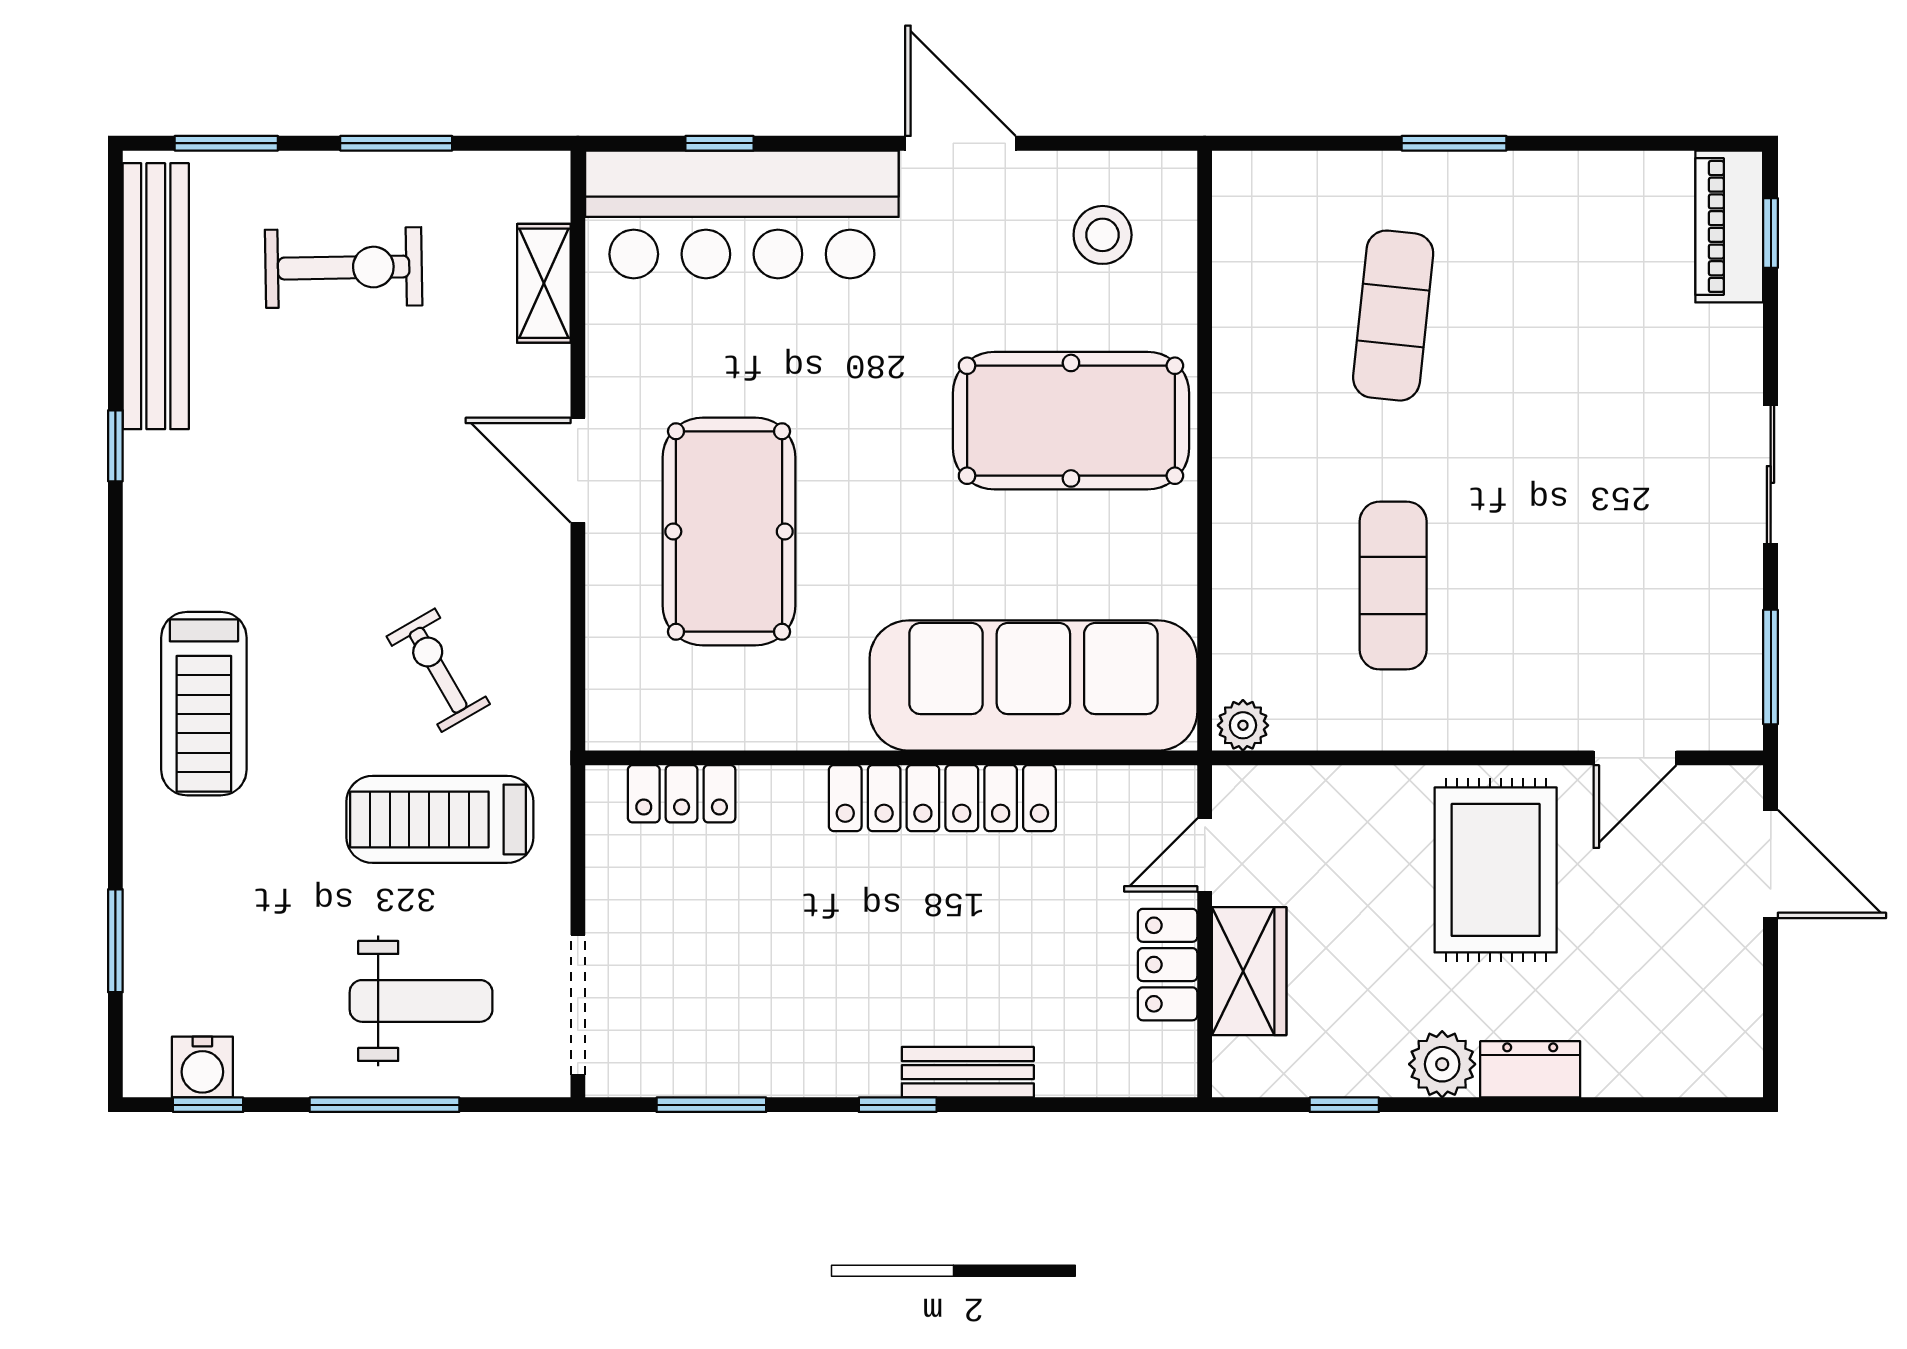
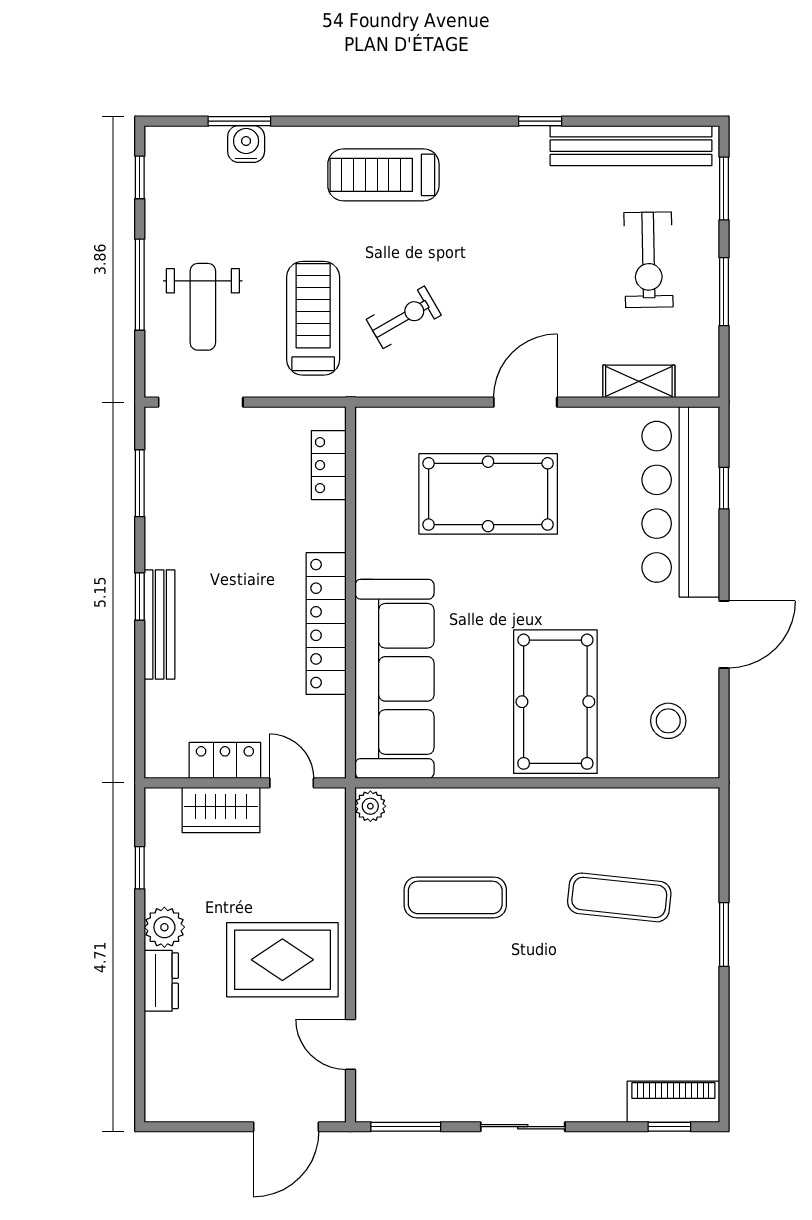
water cooler: (202, 1067) -> (246, 144), moved, turned 90
bench: (968, 1072) -> (160, 624), width x1.36

